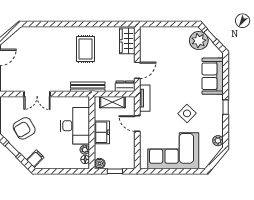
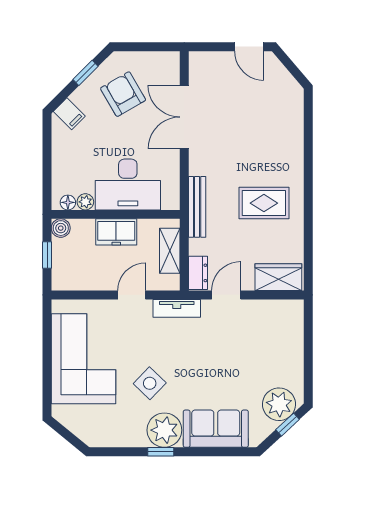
door: (137, 70) -> (226, 295), swing flipped
double door: (37, 94) -> (184, 117), width x1.37
plant: (218, 141) -> (164, 430), moved, width x1.87, depth x1.87

